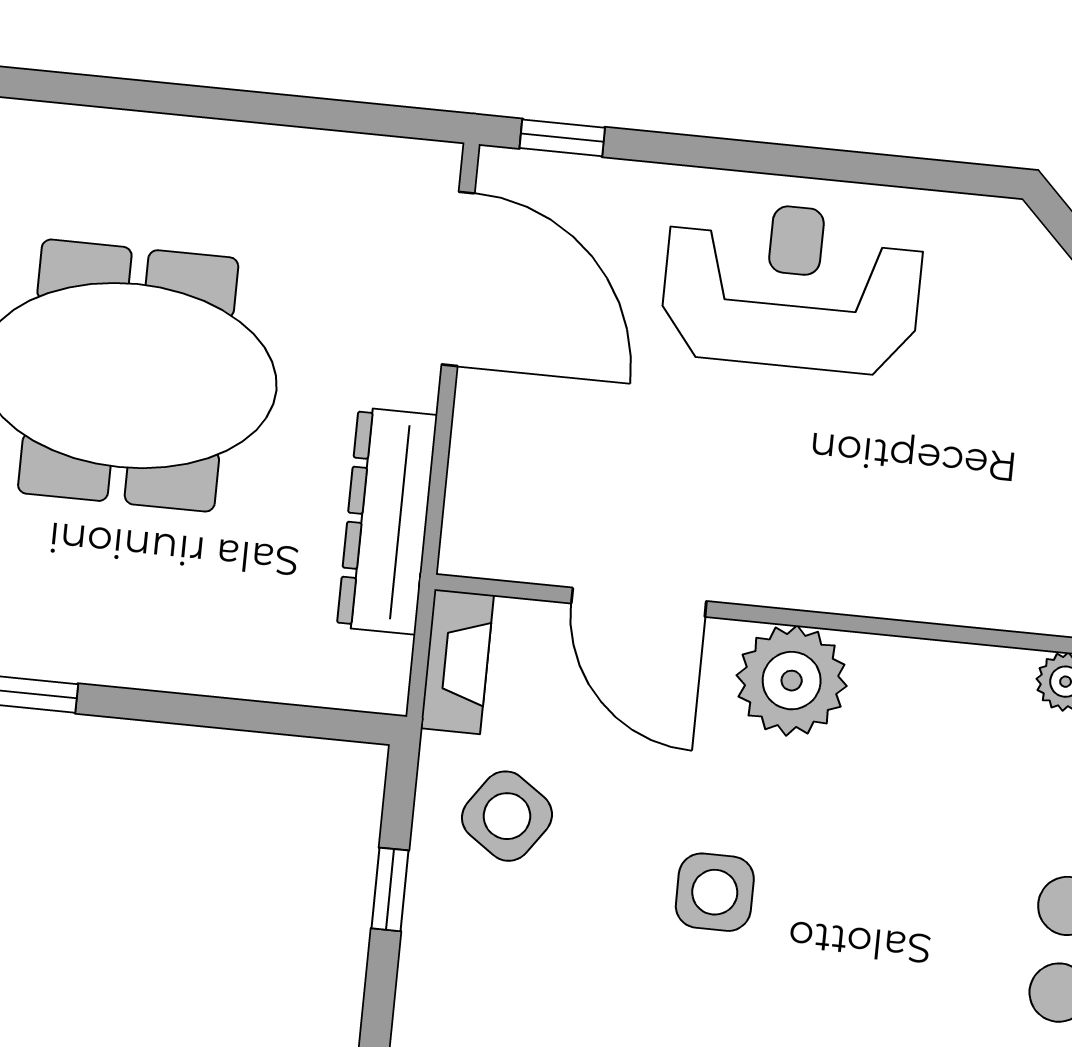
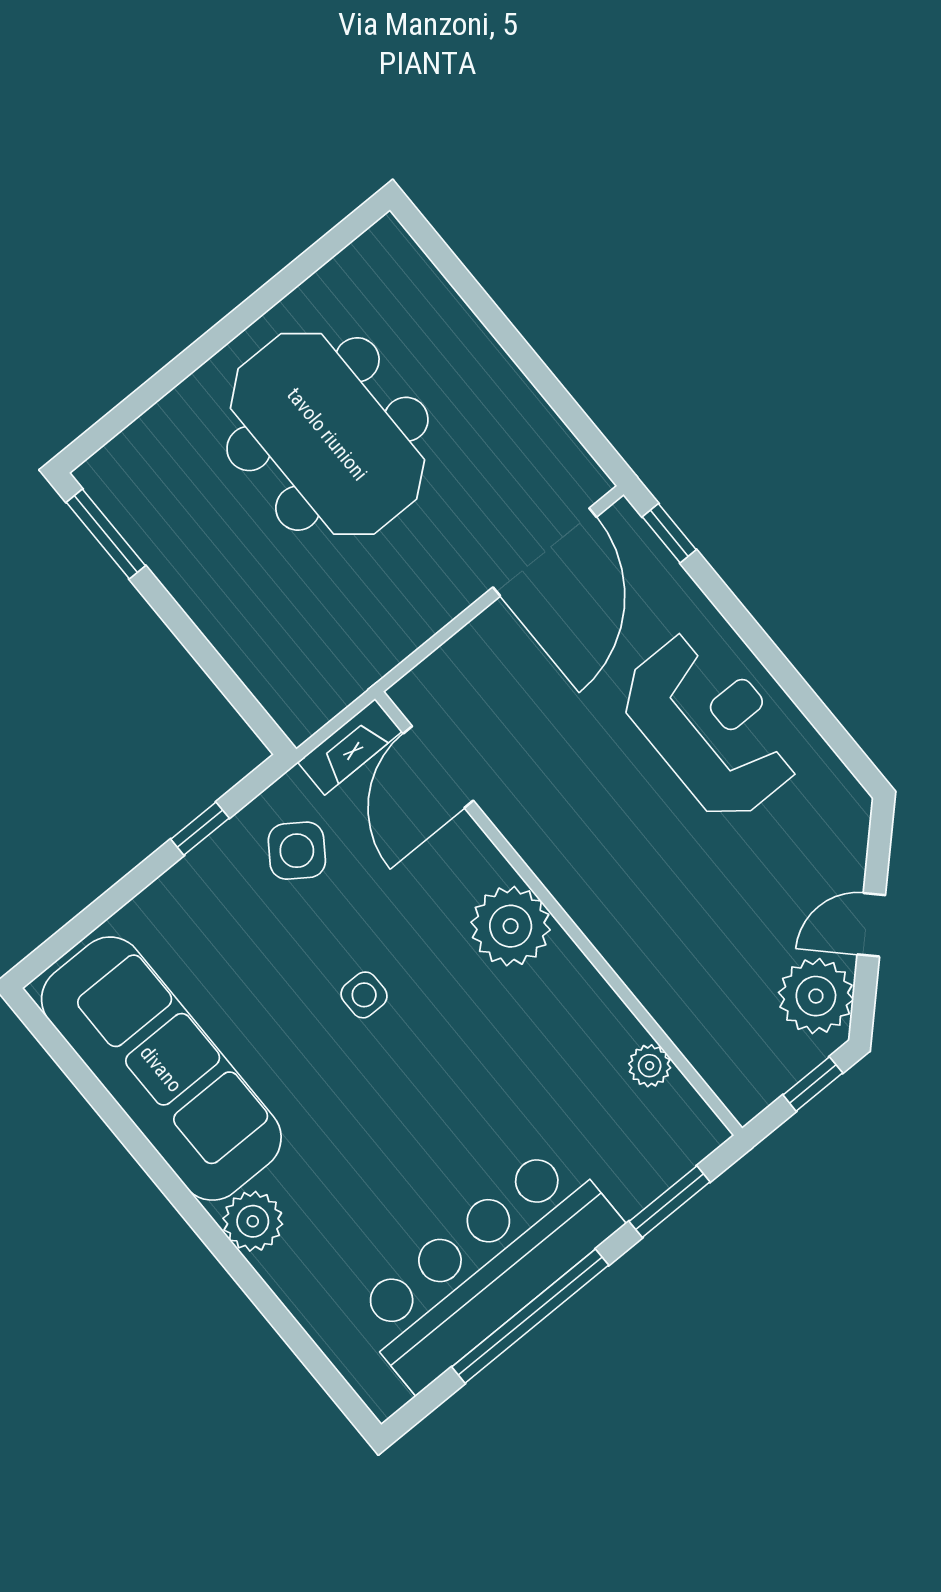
dresser: (387, 521) -> (386, 639), removed
door: (639, 602) -> (438, 767), moved
side table: (715, 892) -> (364, 995), width x0.73, depth x0.73

